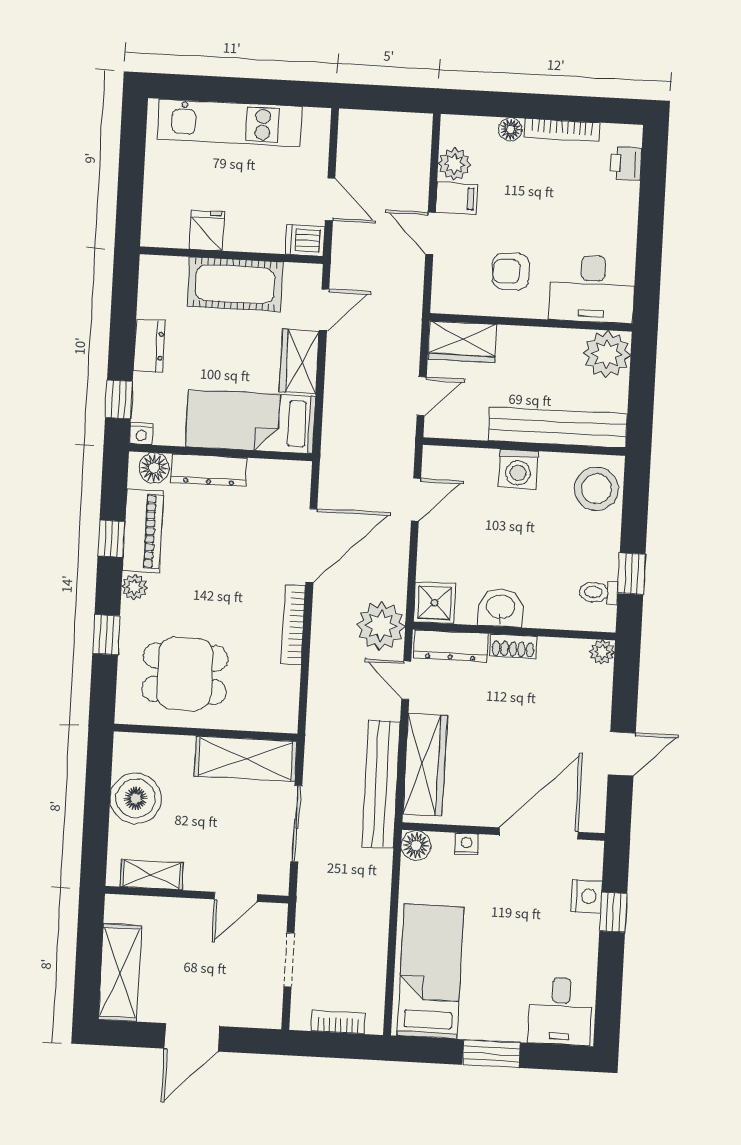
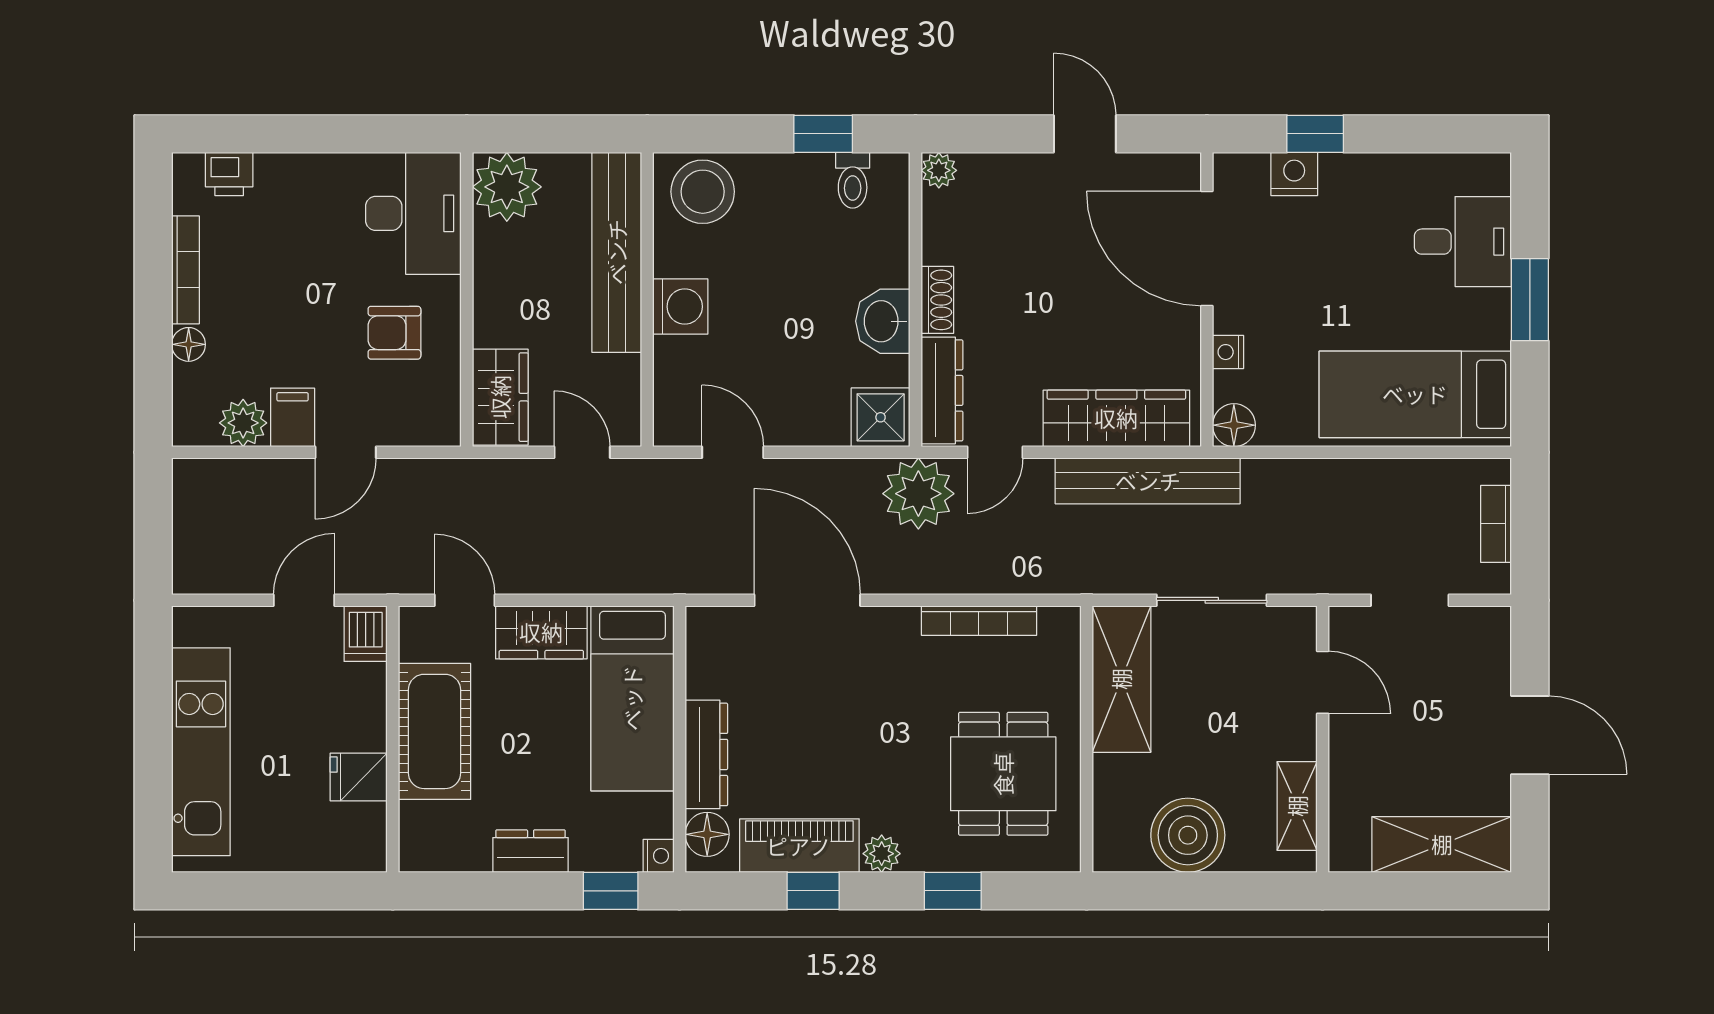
armchair: (511, 271) -> (394, 333), turned 90
bookcase: (293, 625) -> (979, 621), moved
desk: (560, 1011) -> (1463, 242), moved

